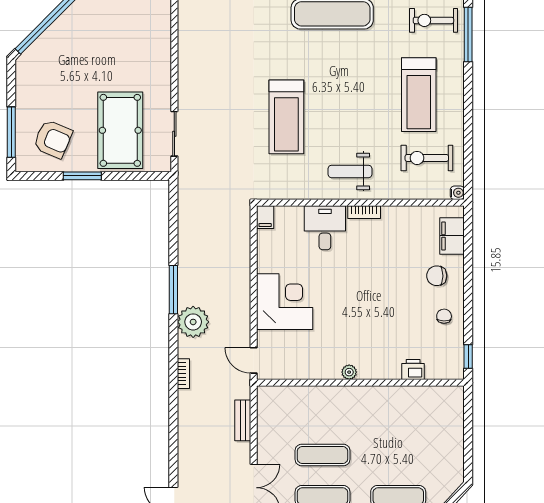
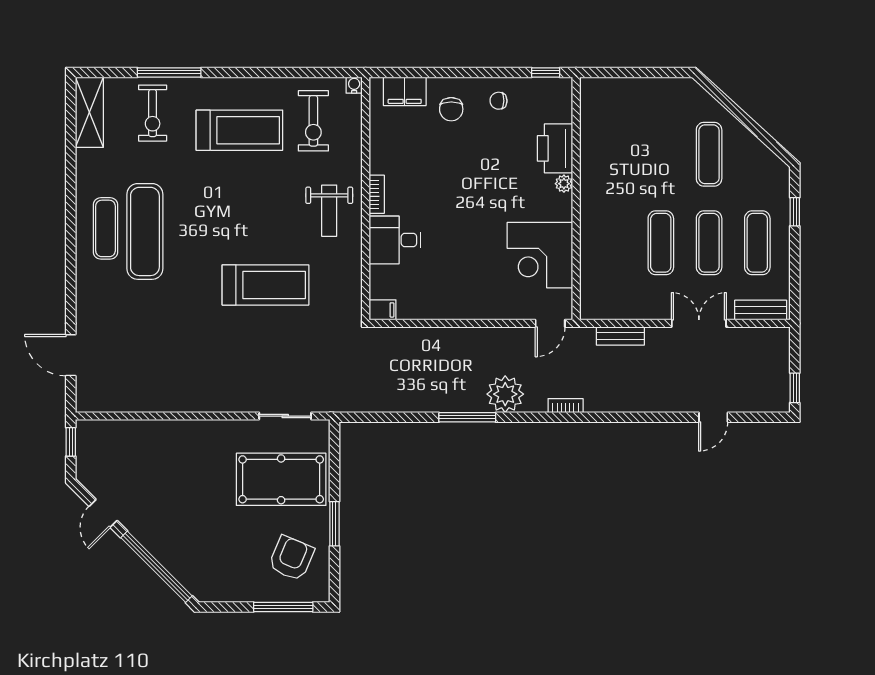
corner desk: (285, 302) -> (540, 255), moved, turned -90
printer: (413, 369) -> (555, 148), width x1.87, depth x1.48
plant: (349, 372) -> (564, 184), moved

